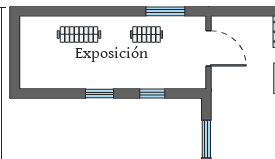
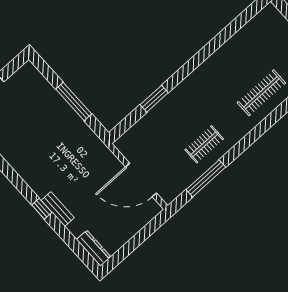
window: (99, 94) -> (199, 58), removed

